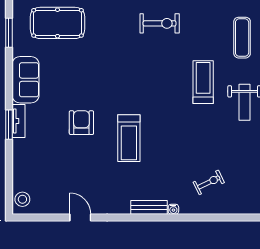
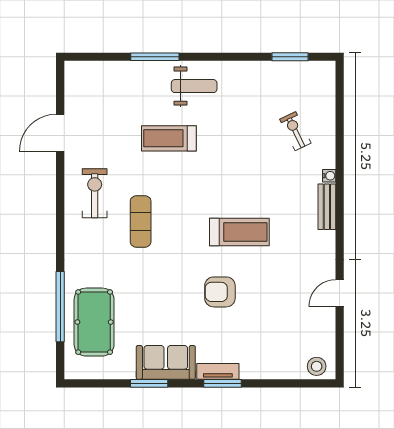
window: (9, 33) -> (149, 383), moved
exercise mat: (242, 38) -> (141, 221), moved, turned 90

